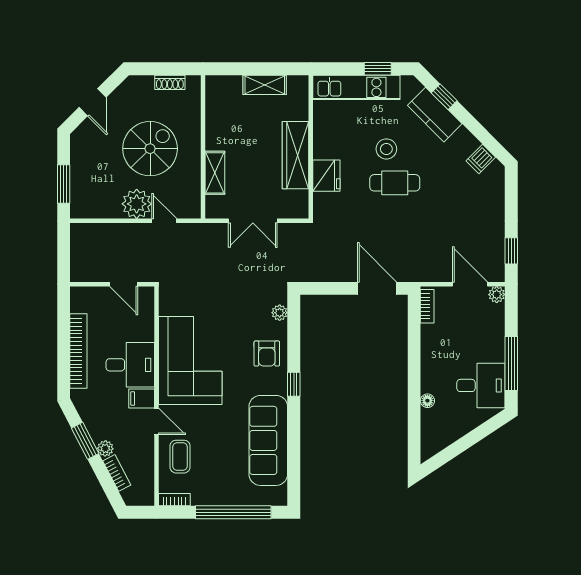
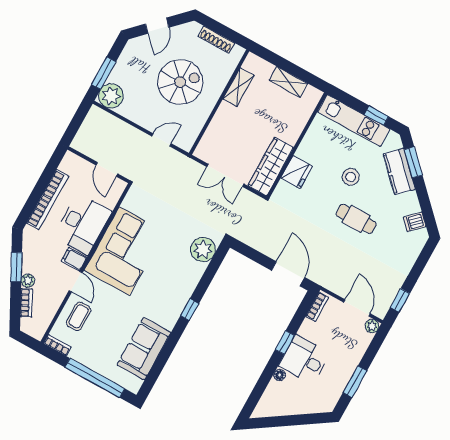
shoe rack: (170, 82) -> (216, 40), width x1.43
window: (444, 97) -> (413, 162), width x1.50
wardrobe: (296, 155) -> (271, 167), moved
shelving: (215, 173) -> (238, 87), moved
cafe table: (395, 183) -> (356, 219), moved
plant: (137, 204) -> (111, 96), moved
door: (164, 221) -> (161, 140), hinge flipped
plant: (280, 313) -> (203, 250), width x1.87, depth x1.87
armchair: (267, 354) -> (182, 277), removed
window: (414, 363) -> (285, 342), added
window: (511, 364) -> (355, 382), width x0.69
desk: (130, 365) -> (83, 224), width x1.37
desk: (481, 385) -> (304, 360), moved, turned 180
sofa: (268, 440) -> (144, 349), width x0.73

